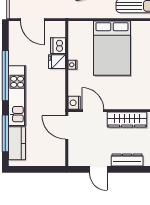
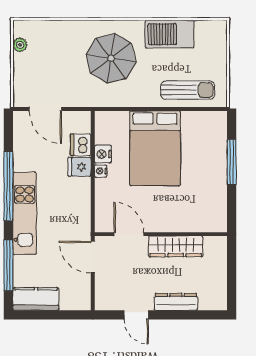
nightstand: (74, 103) -> (103, 154), moved
kitchen counter: (17, 143) -> (36, 299), moved, turned -90

